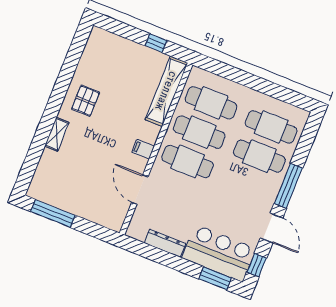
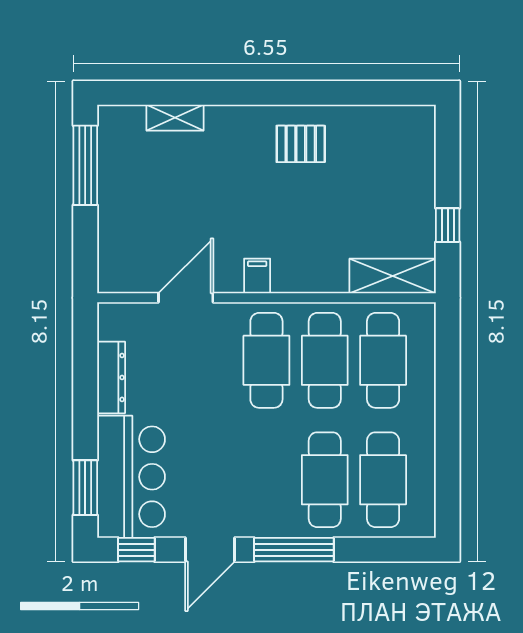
shelving: (166, 91) -> (393, 276), width x0.68
shelving: (57, 134) -> (175, 118), moved

